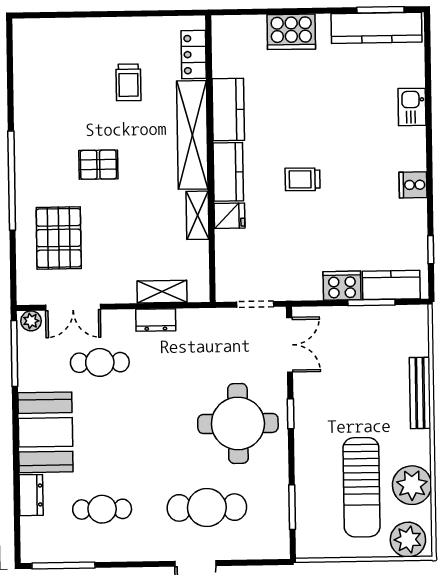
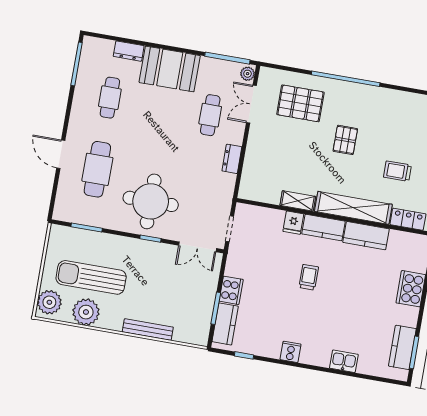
kitchen counter: (377, 28) -> (402, 347), width x0.67
shelving: (162, 292) -> (250, 167), removed

